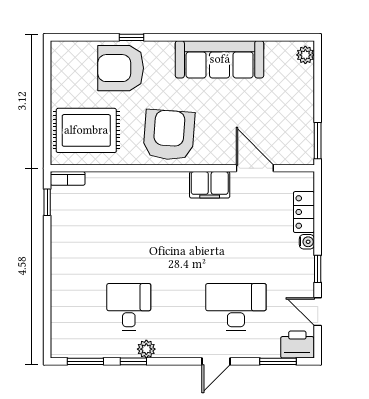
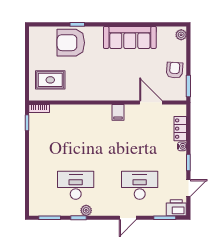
rug: (86, 130) -> (50, 80), width x0.73, depth x0.70
armchair: (169, 135) -> (175, 70), moved, width x0.53, depth x0.53
filing cabinet: (210, 185) -> (118, 112), width x0.50
desk: (129, 307) -> (76, 185), width x1.37
door: (318, 312) -> (188, 188), swing flipped

